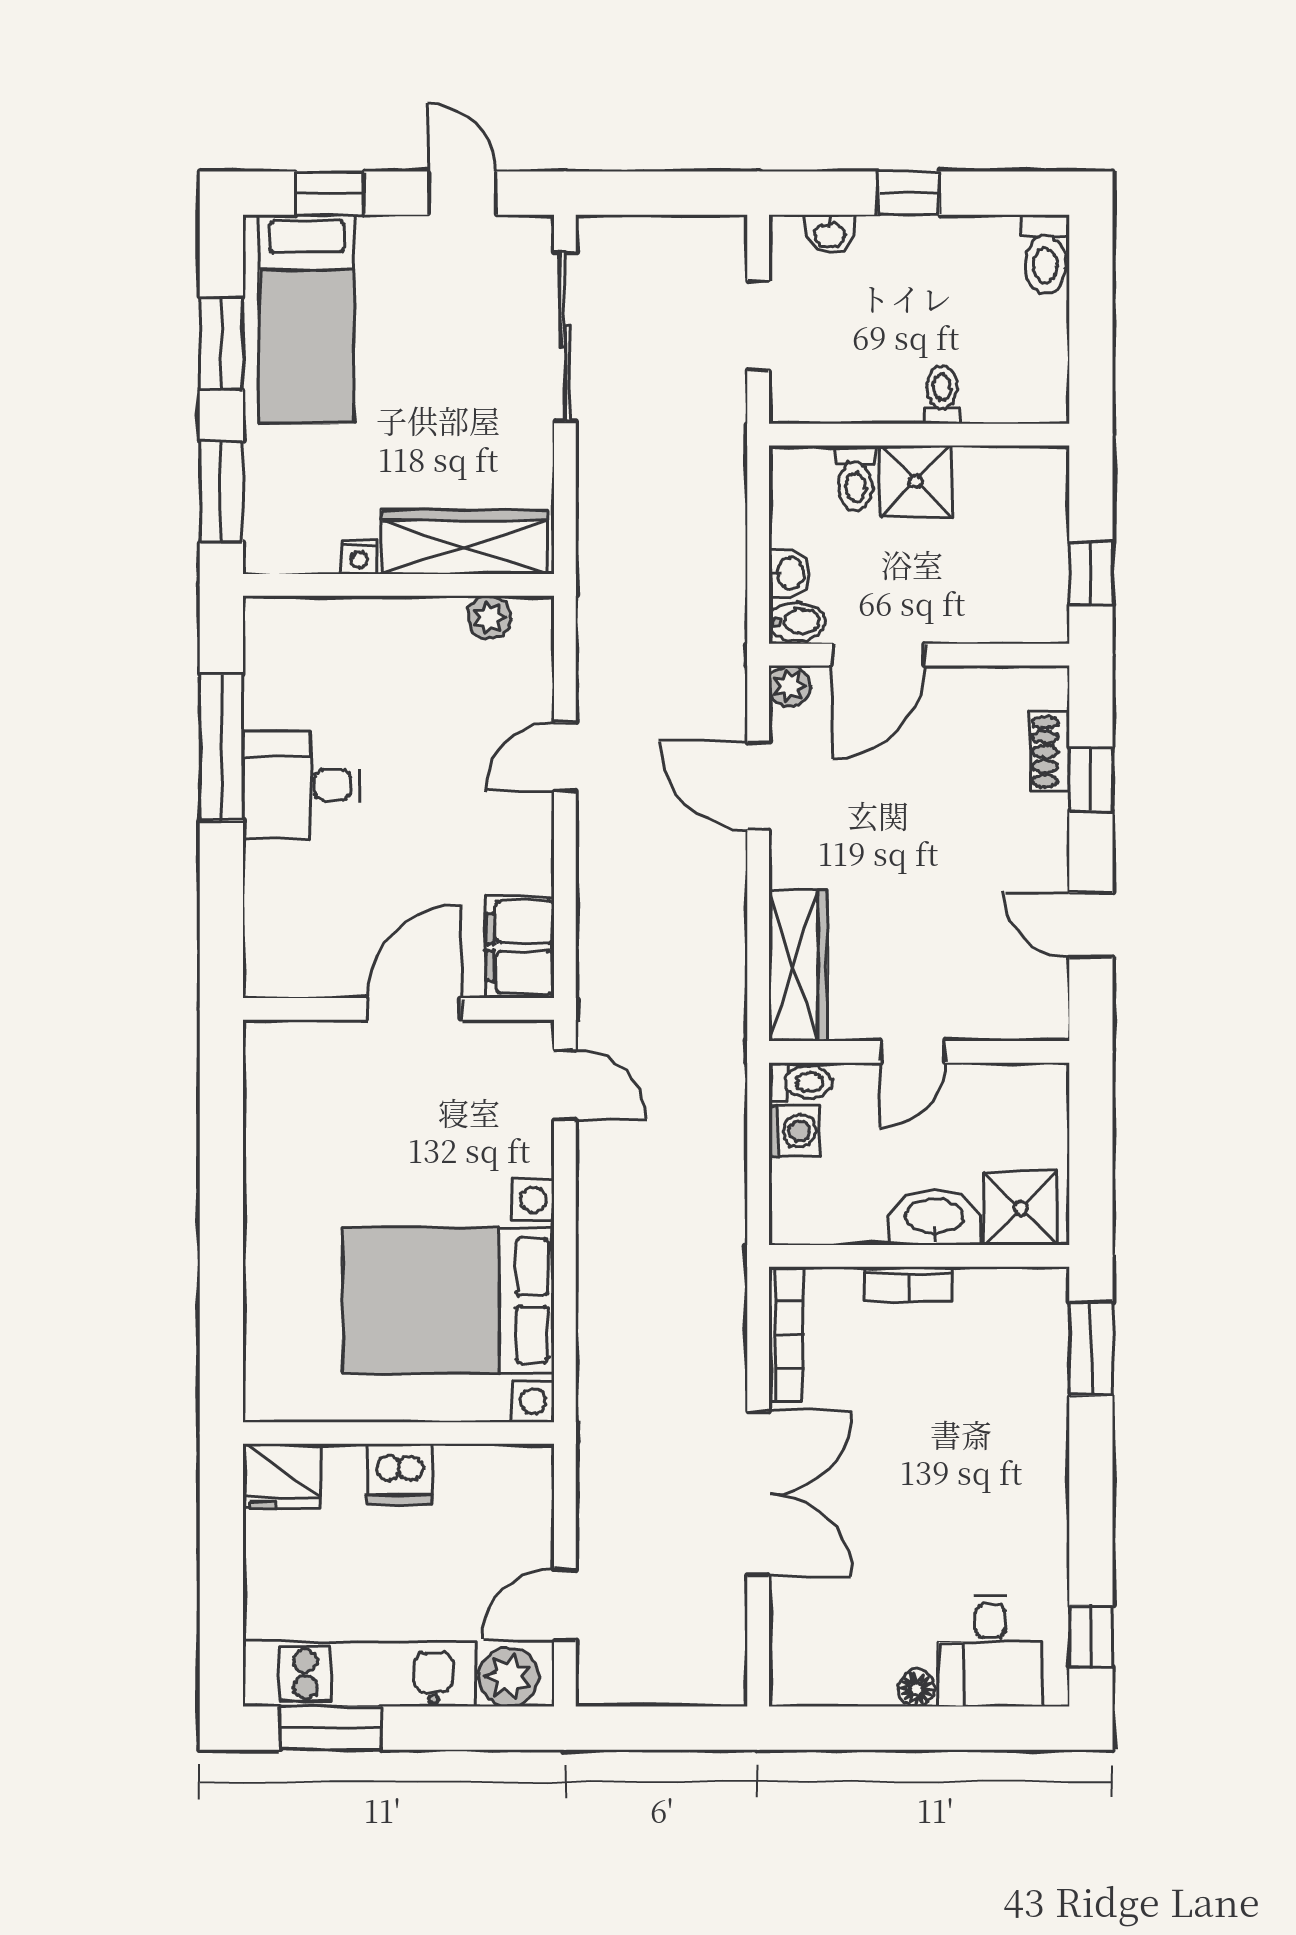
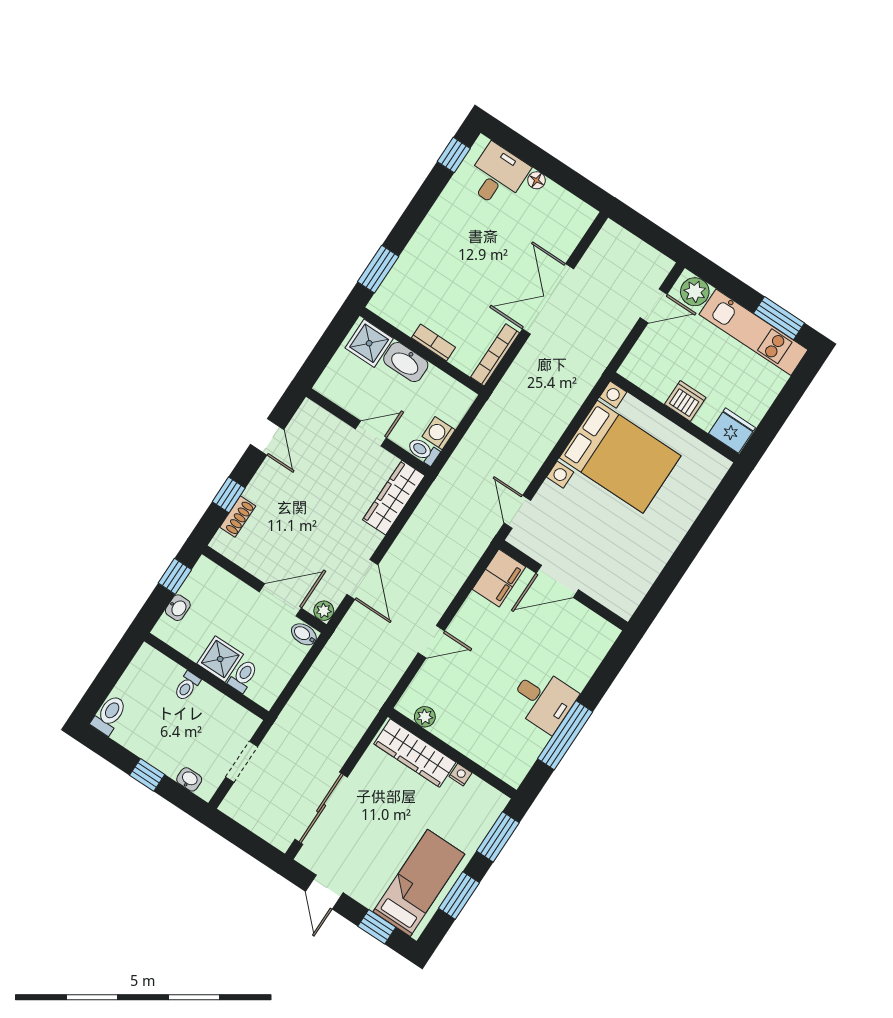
washbasin: (789, 573) -> (178, 608), moved, turned 180

